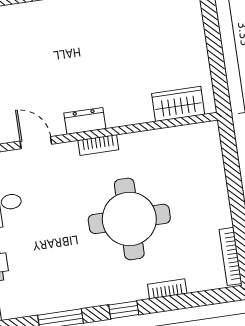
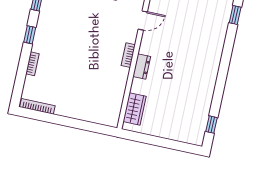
dresser: (85, 121) -> (142, 66), moved
round table: (129, 219) -> (80, 57), removed

